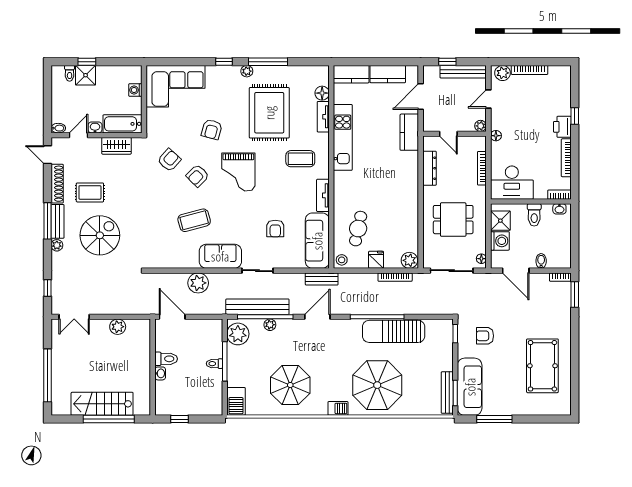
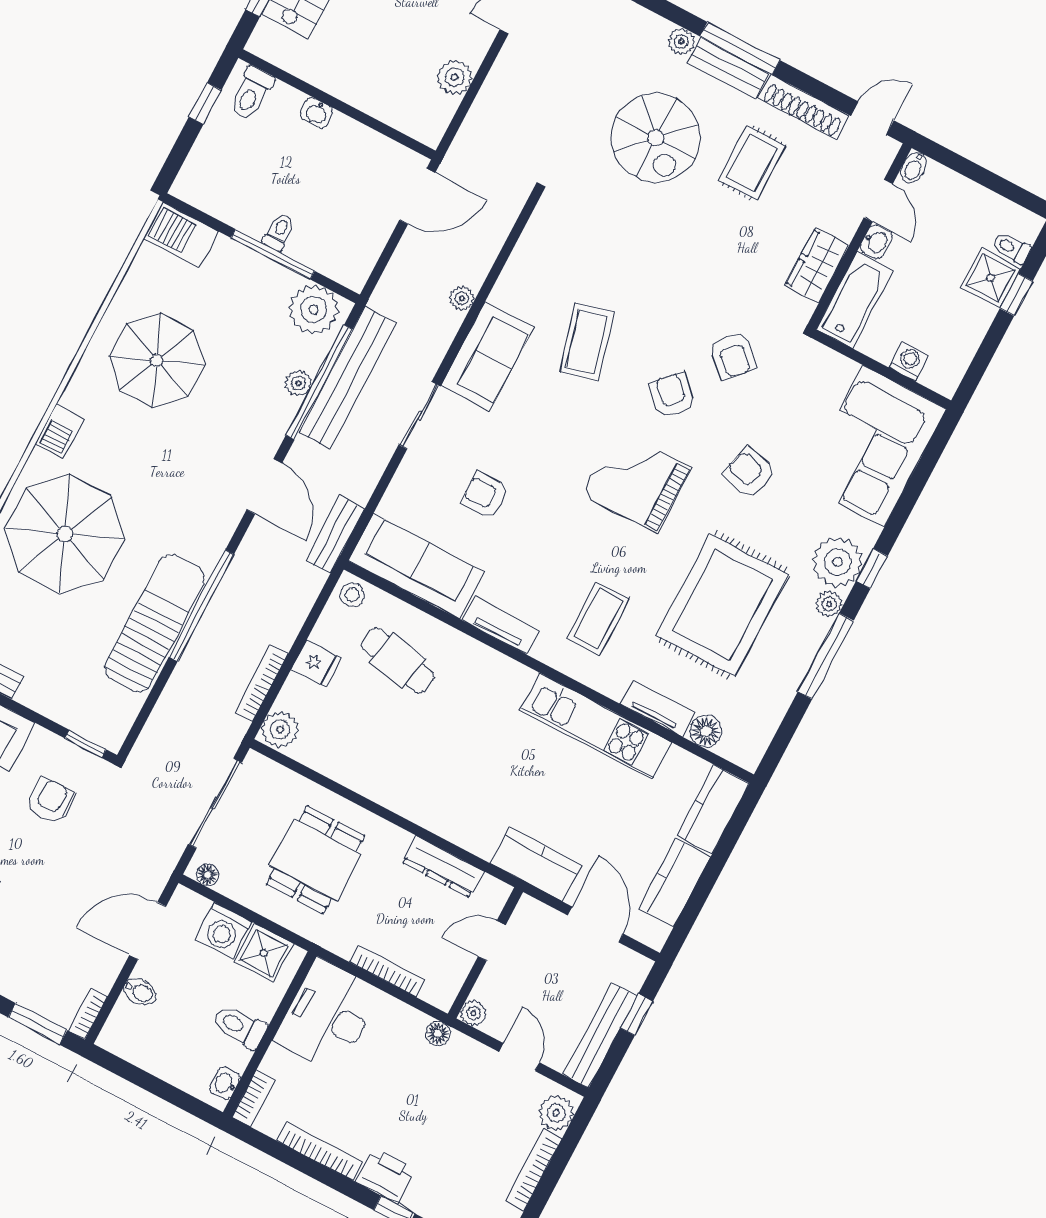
plant: (229, 76) -> (837, 562), added
rug: (269, 113) -> (722, 605), turned 90
plant: (198, 283) -> (462, 298), width x0.53, depth x0.53
toilet: (166, 359) -> (251, 93), moved

